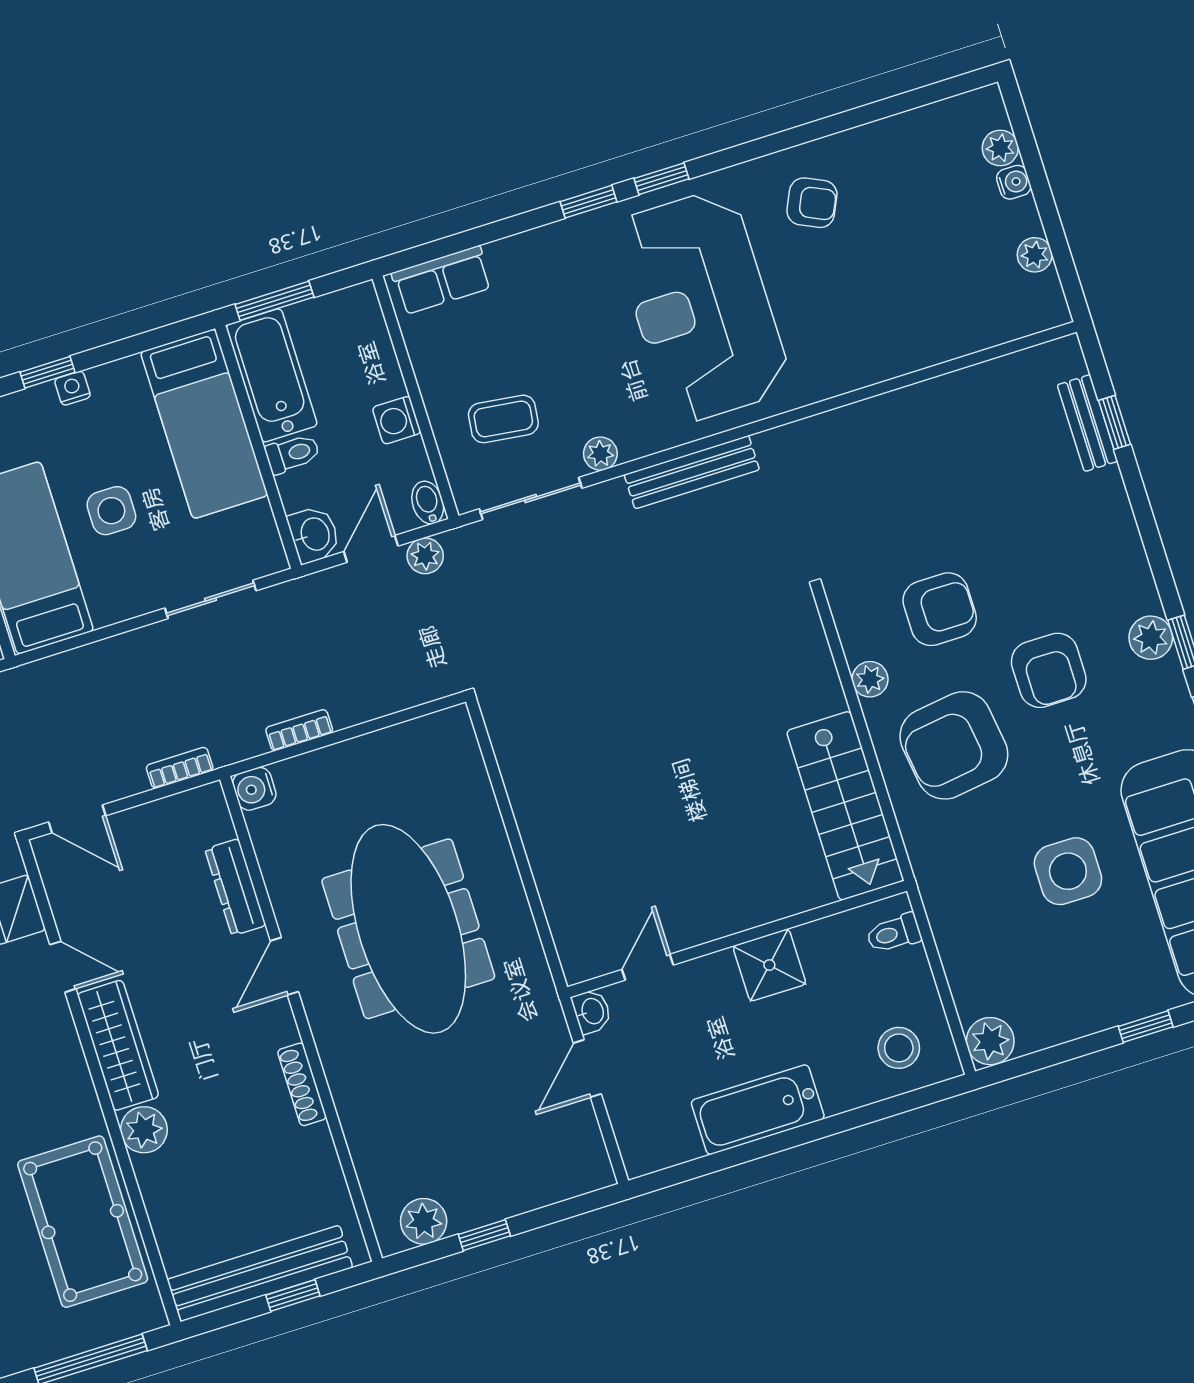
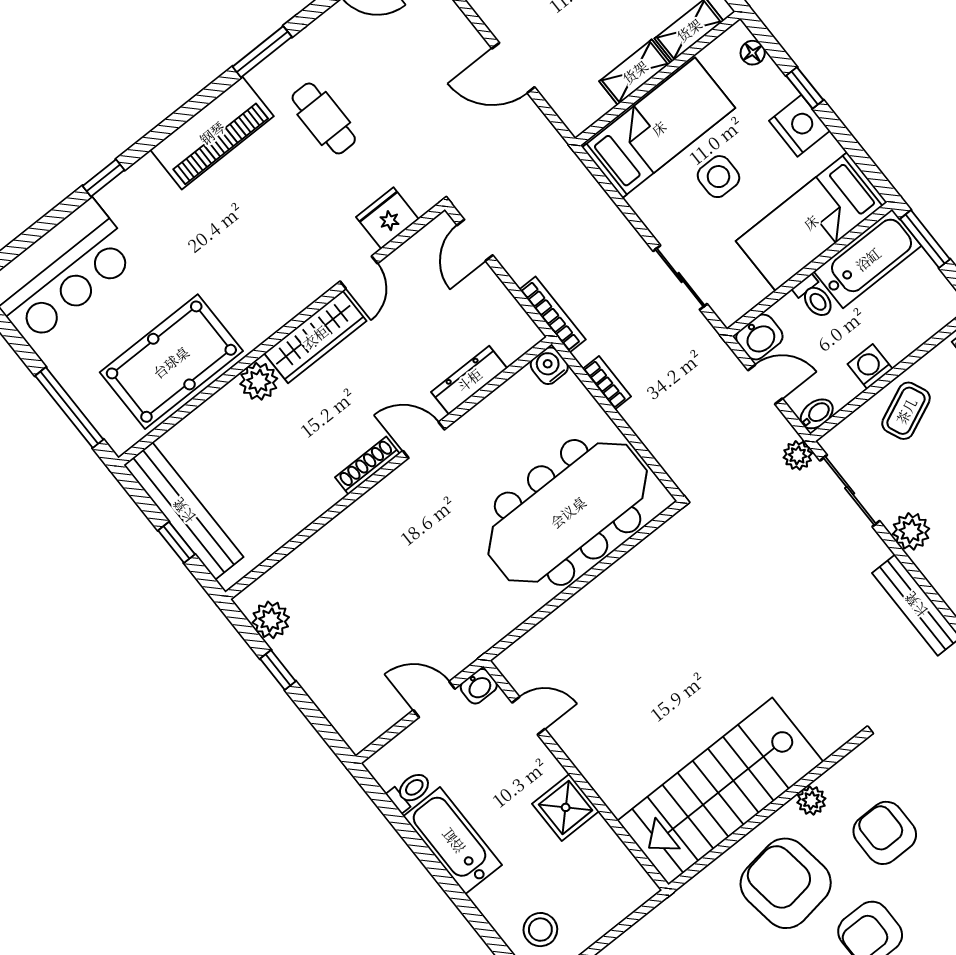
nightstand: (73, 388) -> (800, 126), width x1.89, depth x1.79
coffee table: (503, 419) -> (906, 411), moved, turned 59
plant: (600, 454) -> (911, 531), width x1.38, depth x1.38
plant: (425, 556) -> (798, 455), moved
armchair: (940, 609) -> (885, 833), turned 180
bookcase: (180, 768) -> (552, 314), width x1.56
stairs: (845, 806) -> (720, 791), width x1.36, depth x1.51
meeting table: (408, 929) -> (568, 512), moved
toilet: (894, 933) -> (410, 791), moved, turned 90
shoe rack: (302, 1084) -> (367, 465), moved

